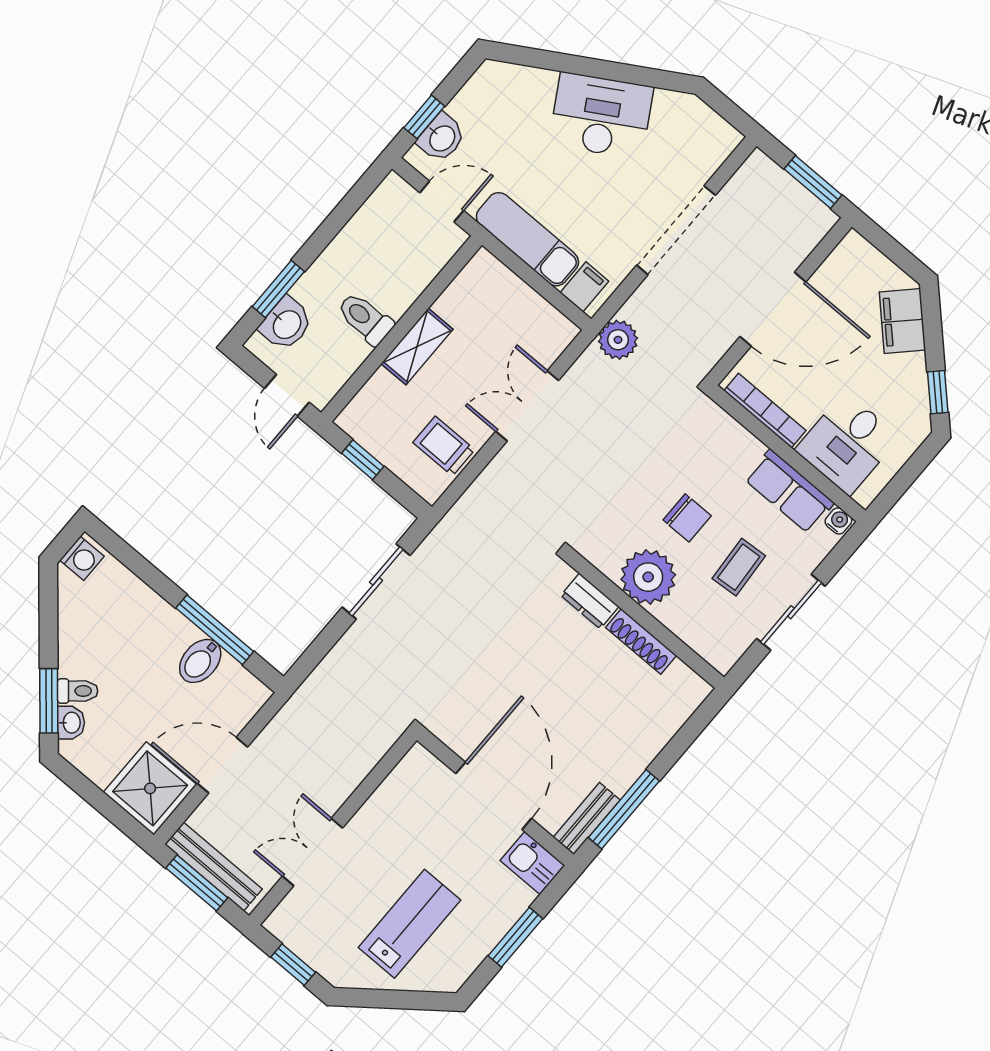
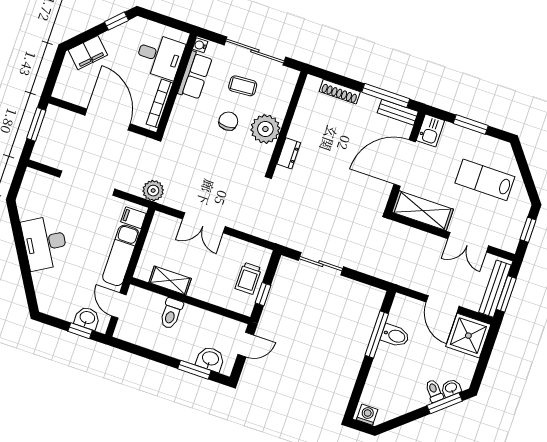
toilet: (365, 319) -> (171, 313), moved
shelving: (417, 346) -> (170, 280), moved
trolley: (444, 446) -> (248, 278), moved
sliding door: (791, 612) -> (255, 51), width x1.37
shoe rack: (641, 641) -> (340, 92), moved, turned 90
shelving: (399, 794) -> (423, 211), added

